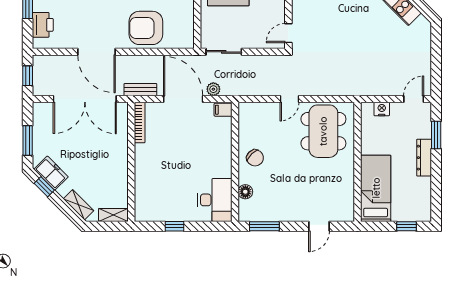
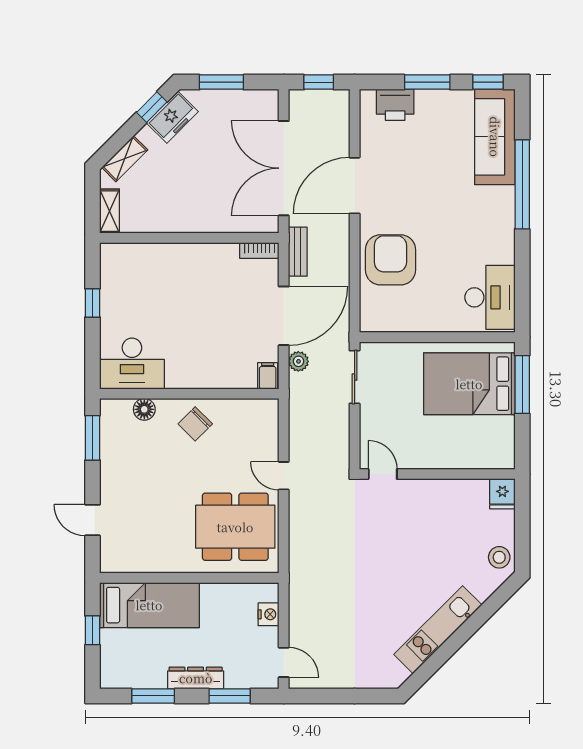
bookcase: (140, 123) -> (259, 250), width x0.64
window: (436, 186) -> (153, 696), added
window: (407, 226) -> (92, 630), moved

